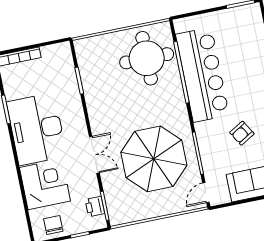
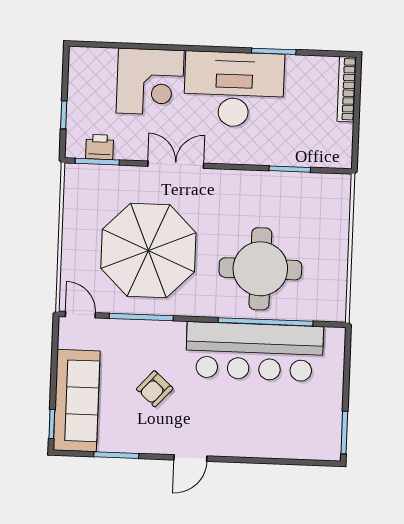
round table: (147, 58) -> (260, 269), moved
armchair: (242, 133) -> (155, 389), turned -107
double door: (94, 155) -> (176, 165), swing flipped
chair: (53, 225) -> (88, 79), removed

